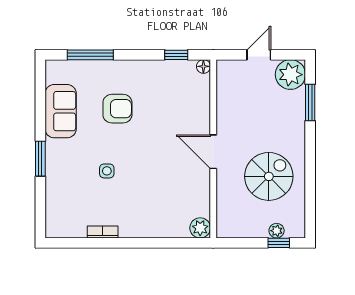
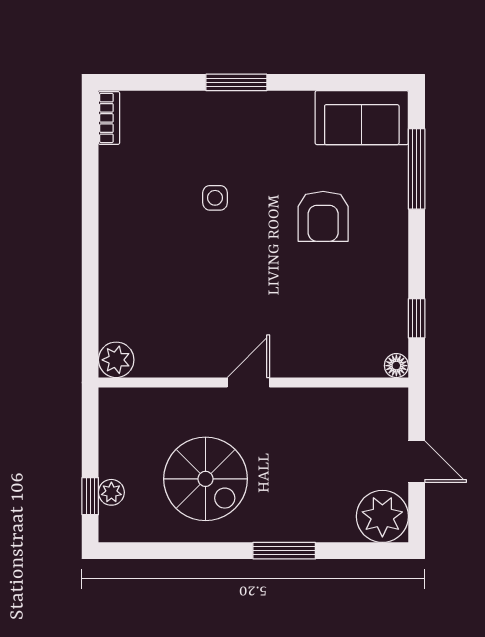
window: (310, 103) -> (284, 551), moved
sofa: (61, 111) -> (362, 118), moved
door: (213, 152) -> (248, 382), width x0.73
bookcase: (103, 232) -> (109, 118), moved

